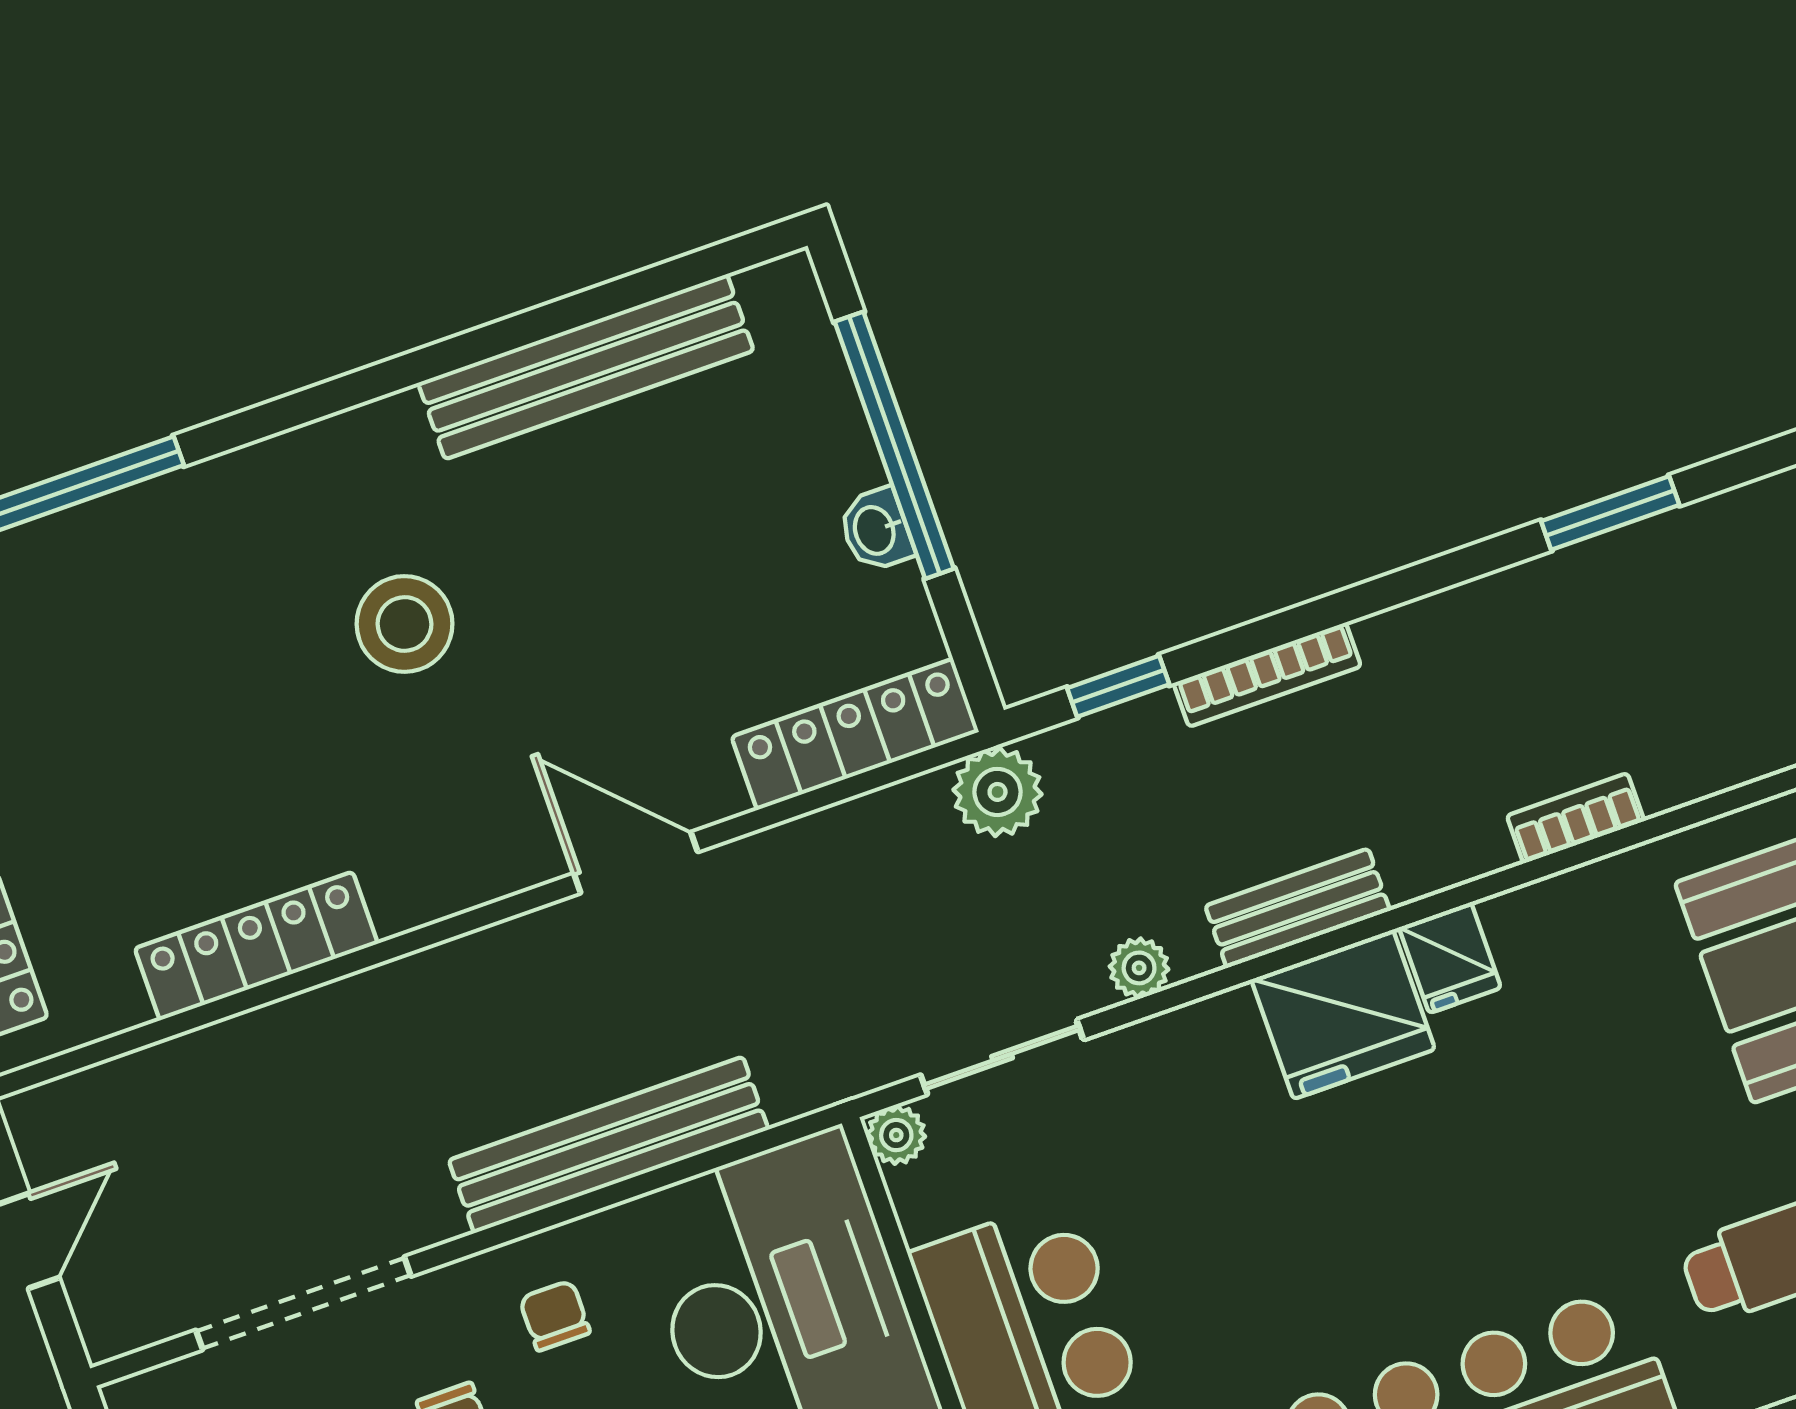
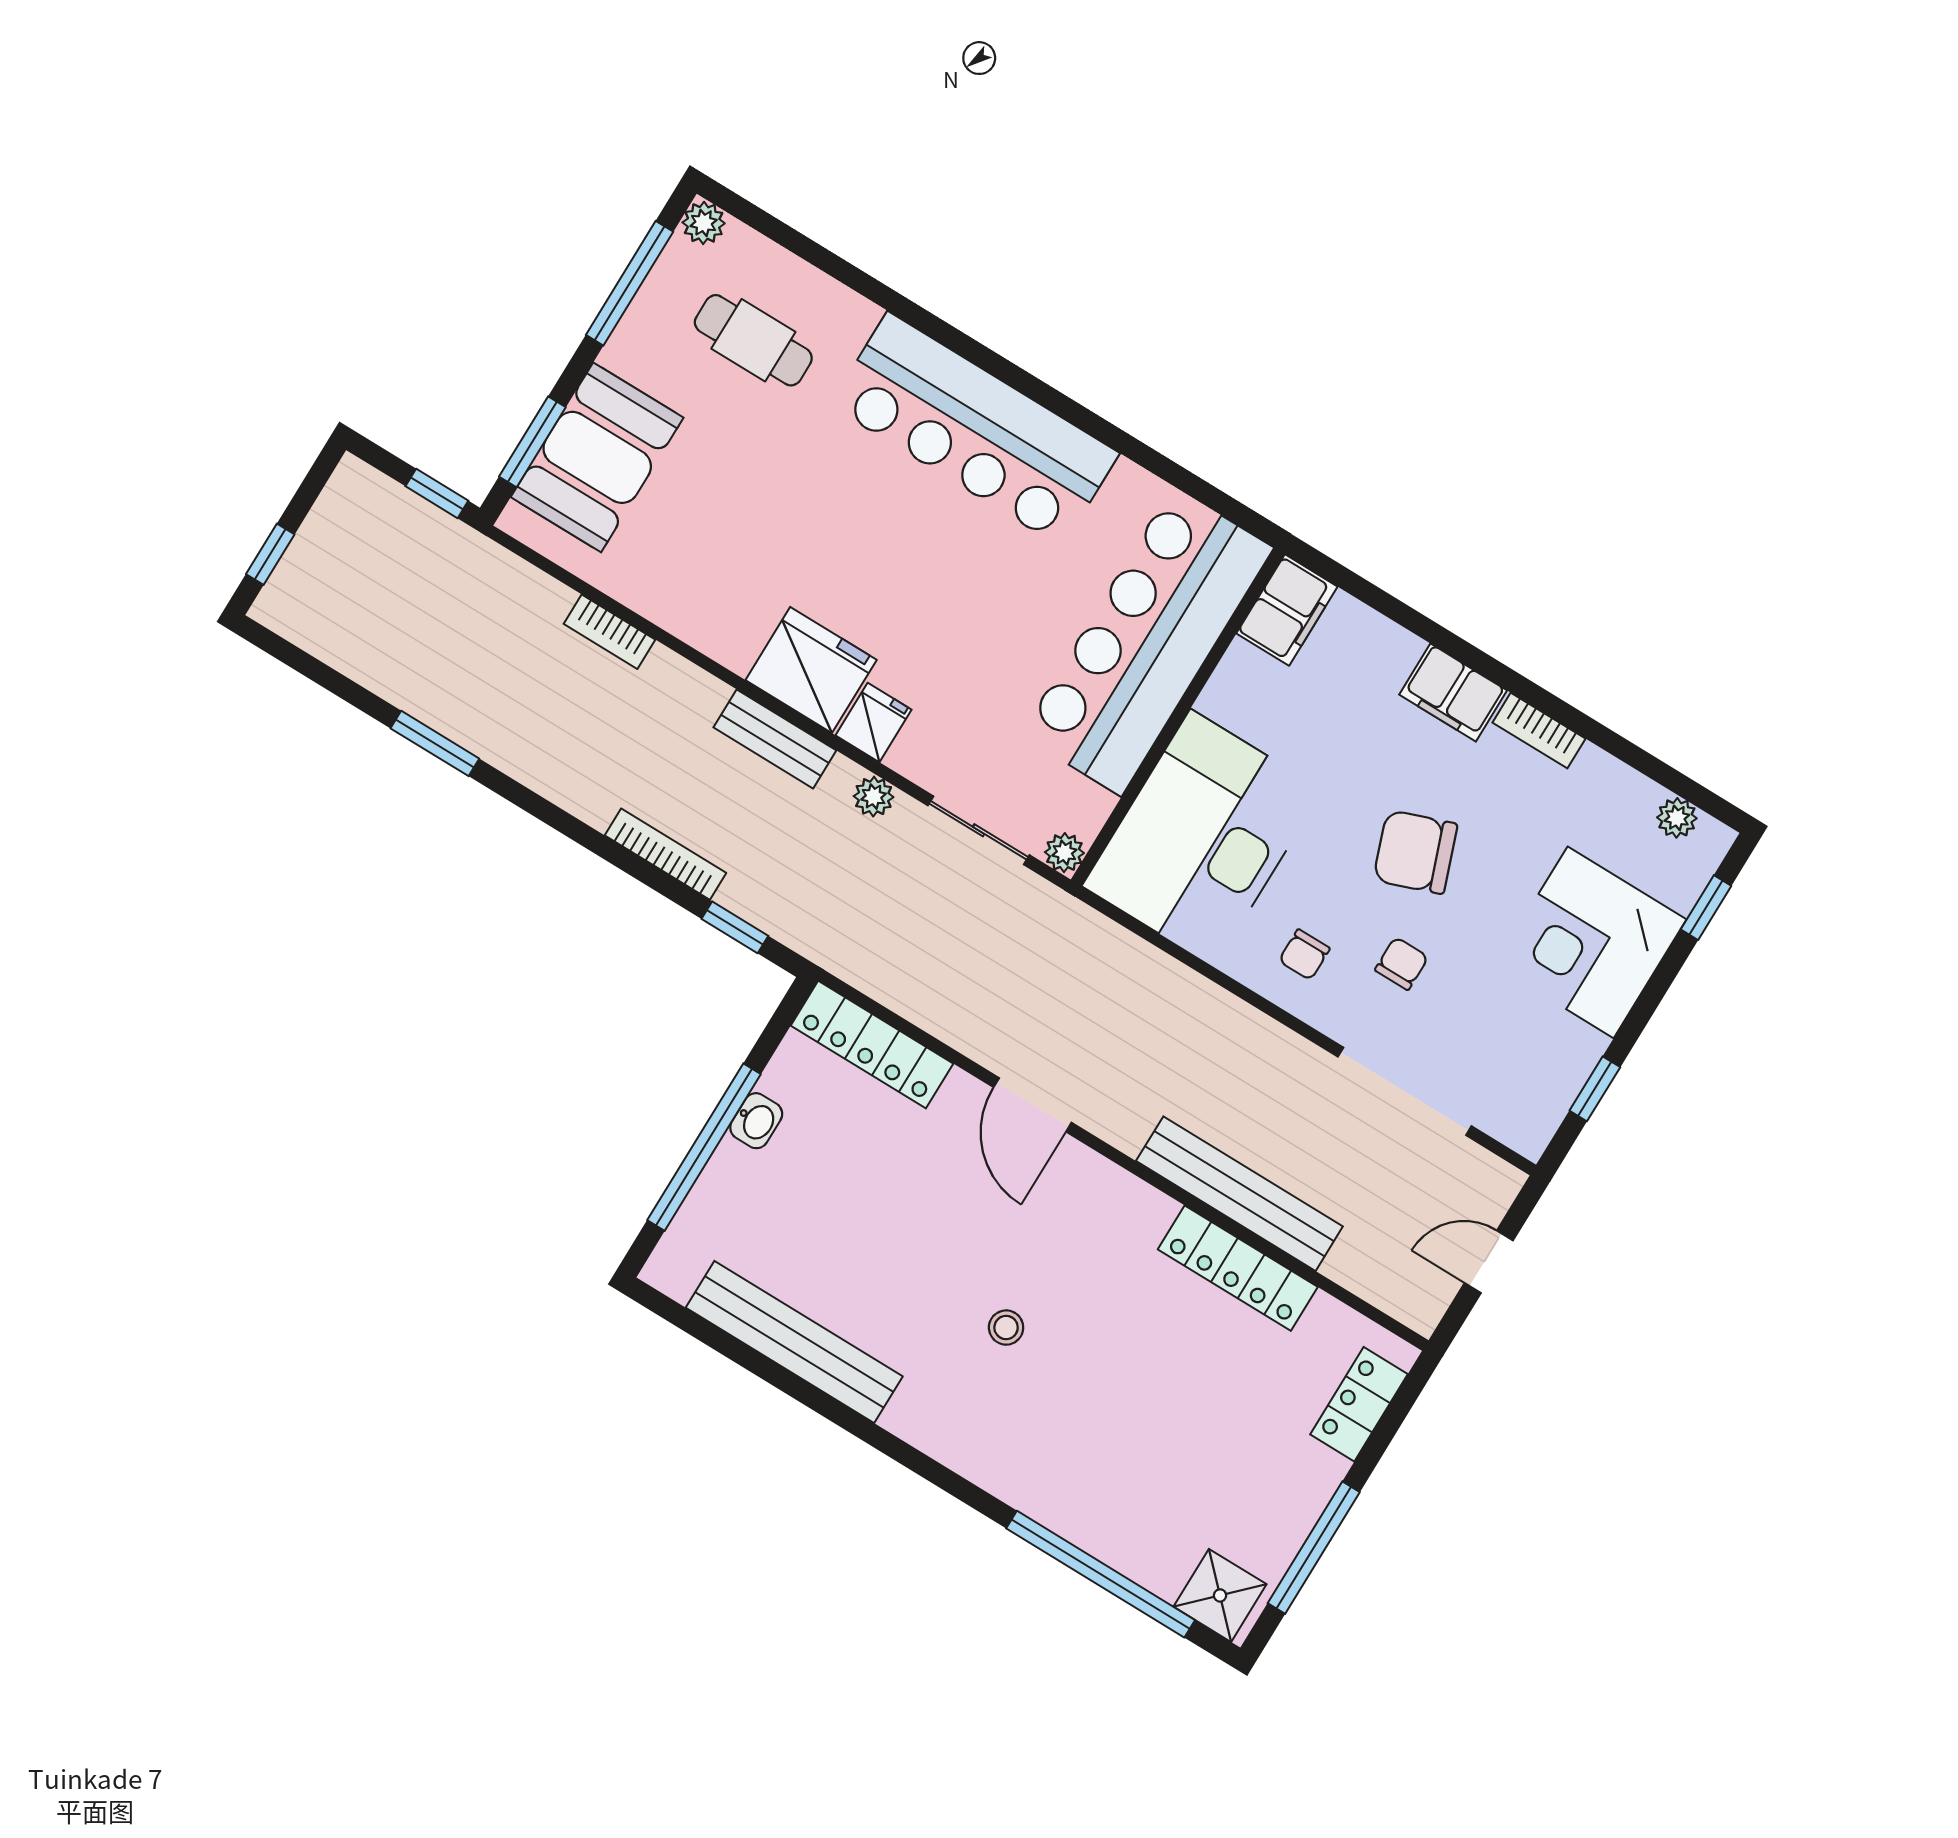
stool: (405, 624) -> (1006, 1328), width x0.53, depth x0.53
plant: (998, 792) -> (842, 946), removed
fridge: (1450, 958) -> (874, 722), moved
bench: (609, 1145) -> (1239, 1194), moved

